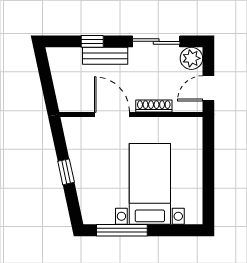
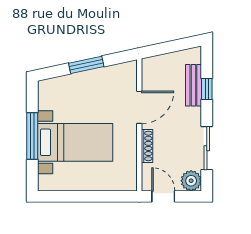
bench: (105, 56) -> (193, 85), moved
window: (66, 172) -> (86, 65), width x1.50
window: (122, 230) -> (32, 136), moved

